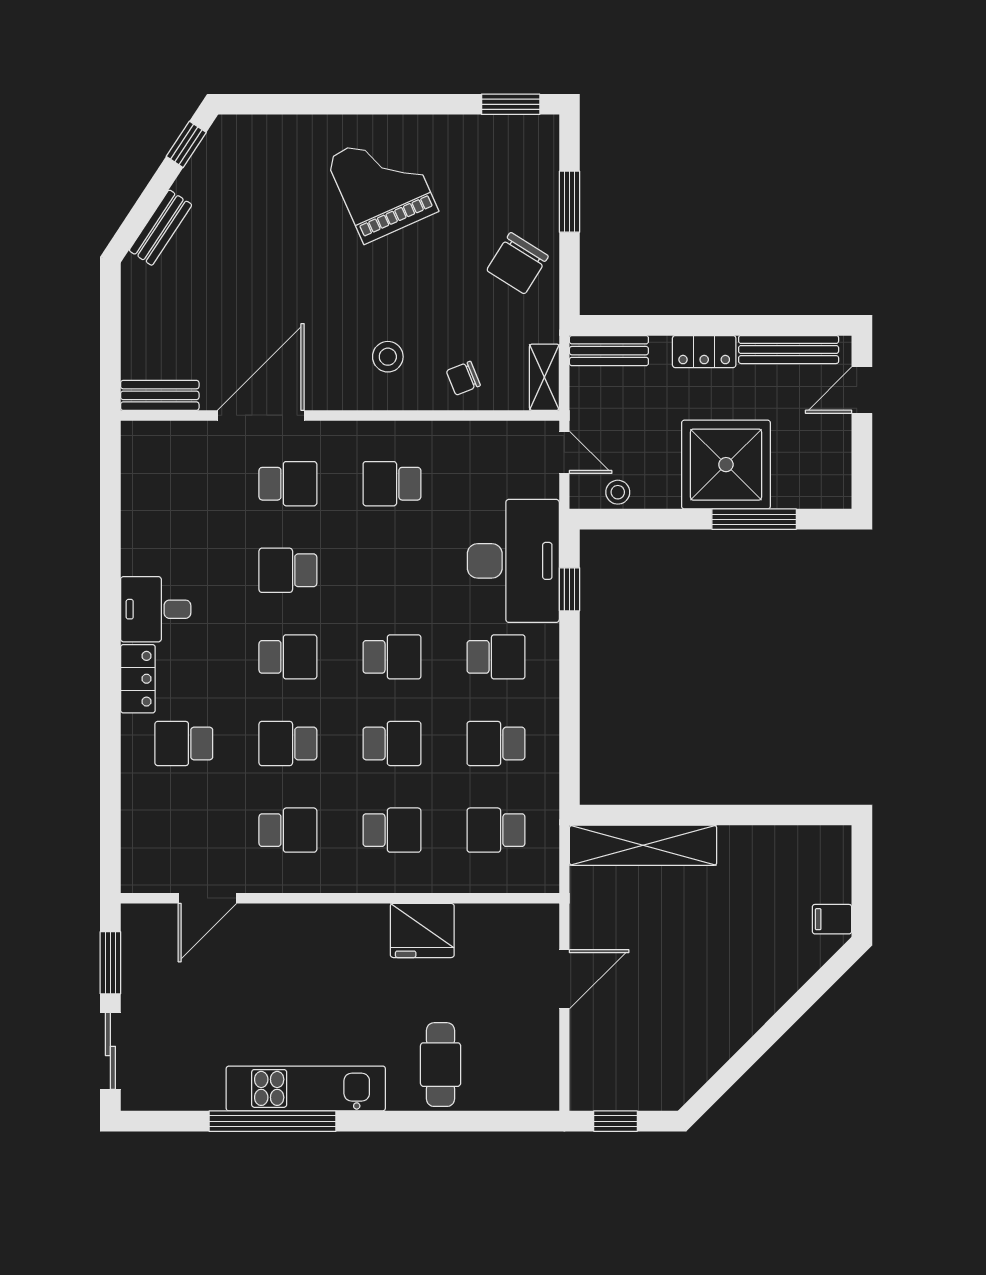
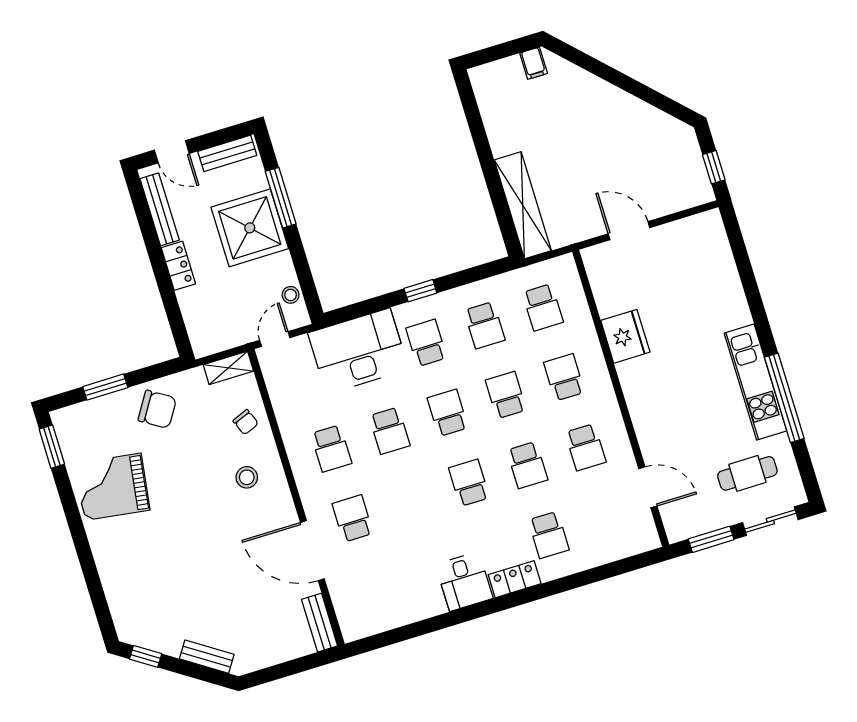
grand piano: (382, 185) -> (113, 487), moved, turned 32
bench: (609, 351) -> (227, 153), moved, turned 90
school desk: (288, 570) -> (389, 431), moved
window: (569, 589) -> (420, 291), moved
school desk: (288, 830) -> (585, 447), turned 180
cafe table: (441, 1065) -> (747, 473), moved

